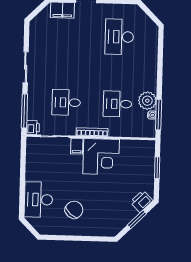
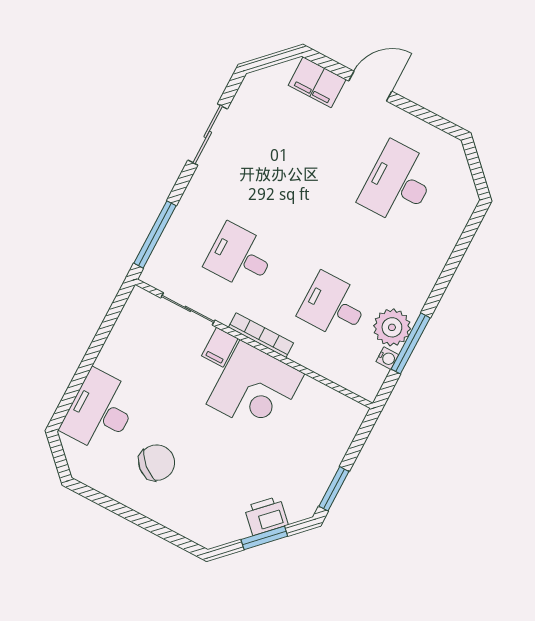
sliding door: (26, 67) -> (208, 134), moved
window: (159, 115) -> (411, 343), moved
printer: (33, 127) -> (155, 273), removed
window: (157, 168) -> (334, 489), moved
printer: (141, 201) -> (266, 516), moved

